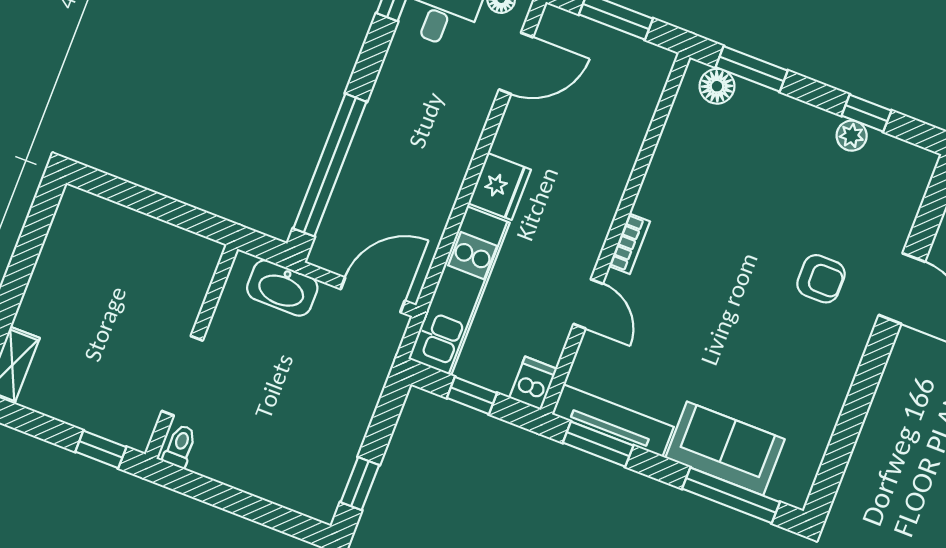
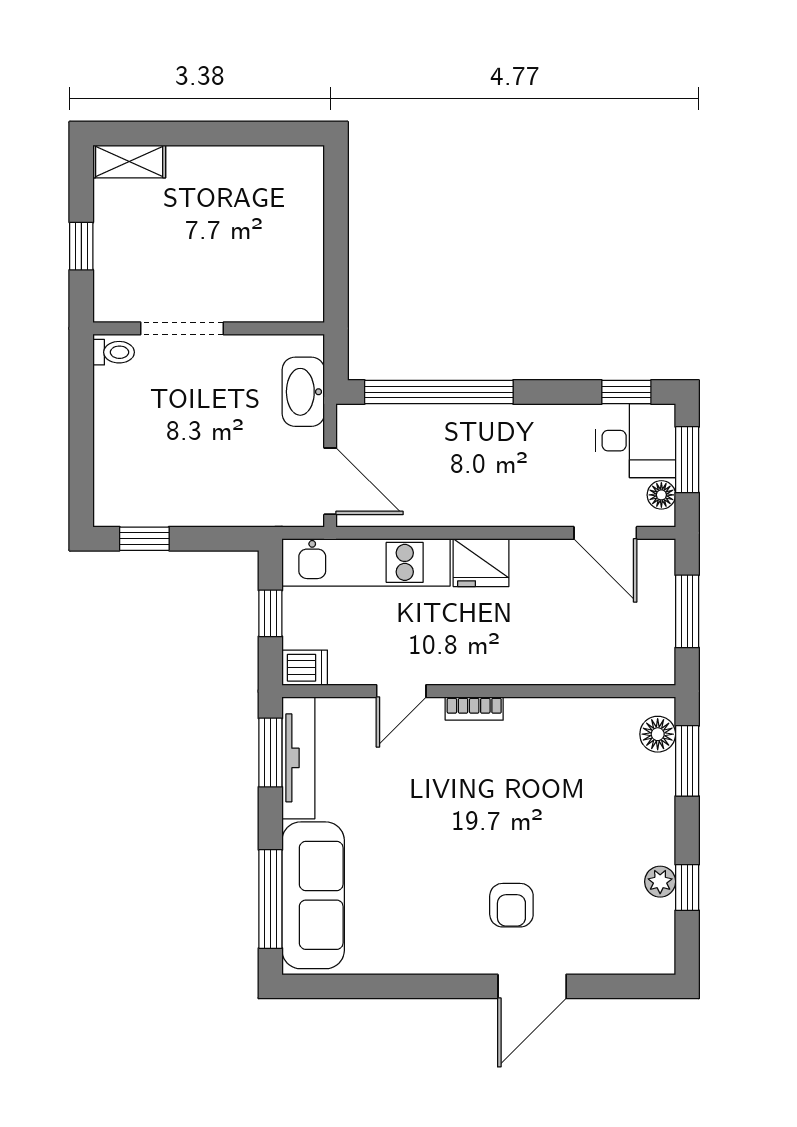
window: (101, 449) -> (81, 246), moved
sofa: (725, 449) -> (313, 895), width x1.36

